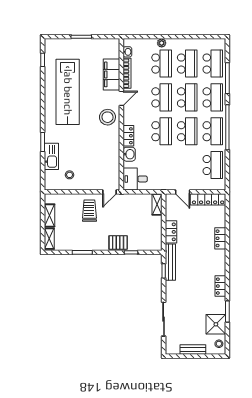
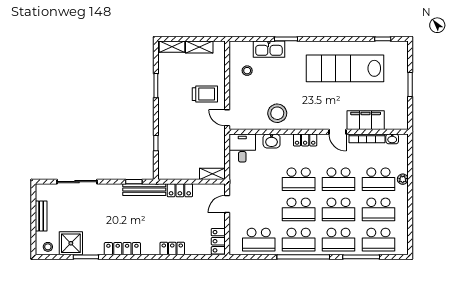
stool: (107, 117) -> (277, 113), moved
locker: (128, 136) -> (305, 140), moved
locker: (208, 199) -> (218, 241), width x0.66
pallet: (118, 243) -> (167, 128), removed
locker: (220, 286) -> (122, 249), width x1.53

